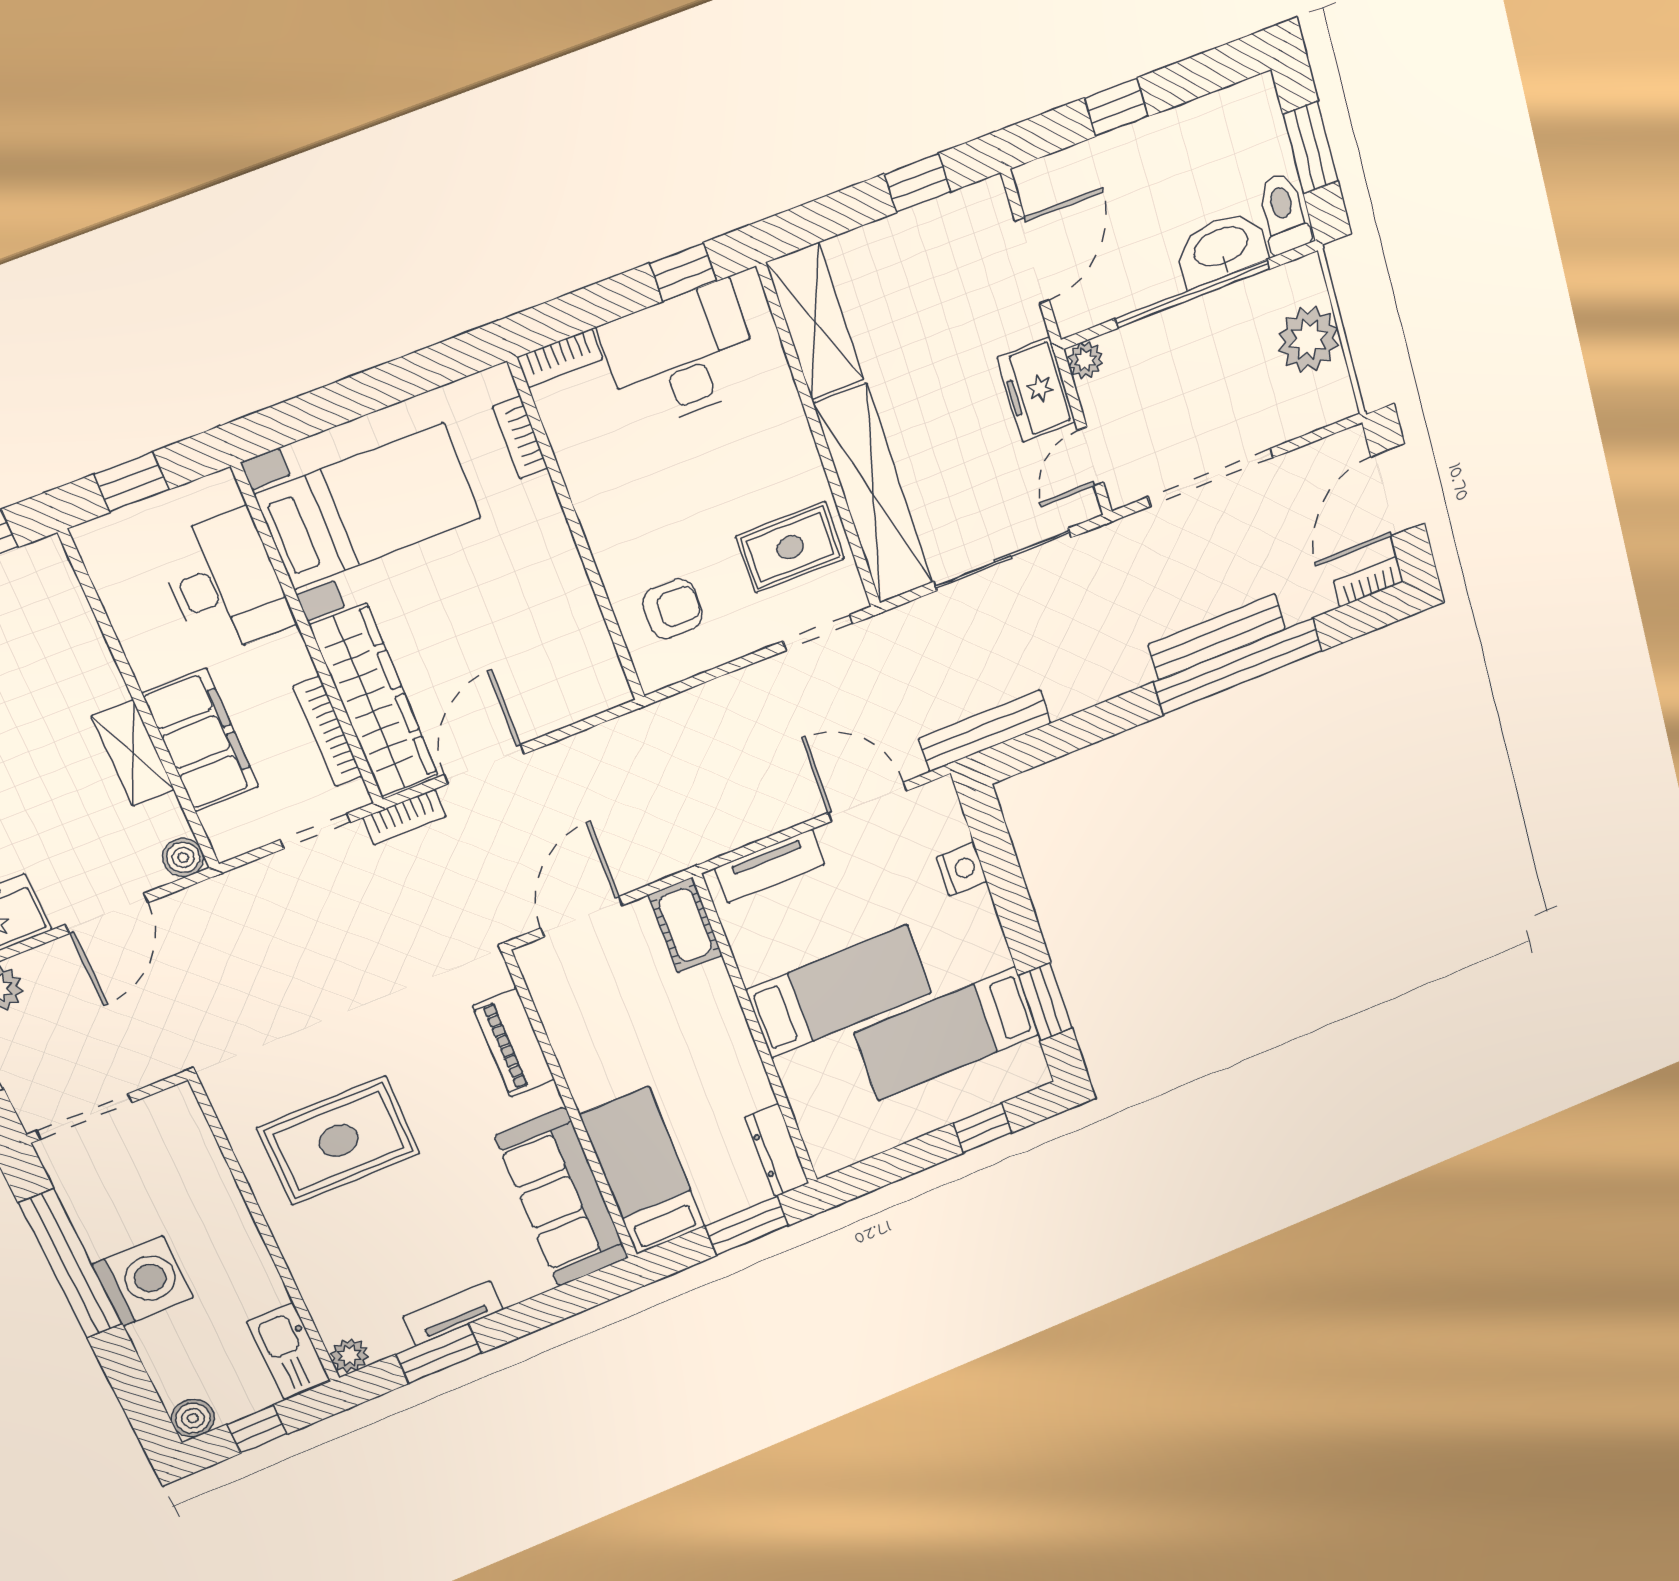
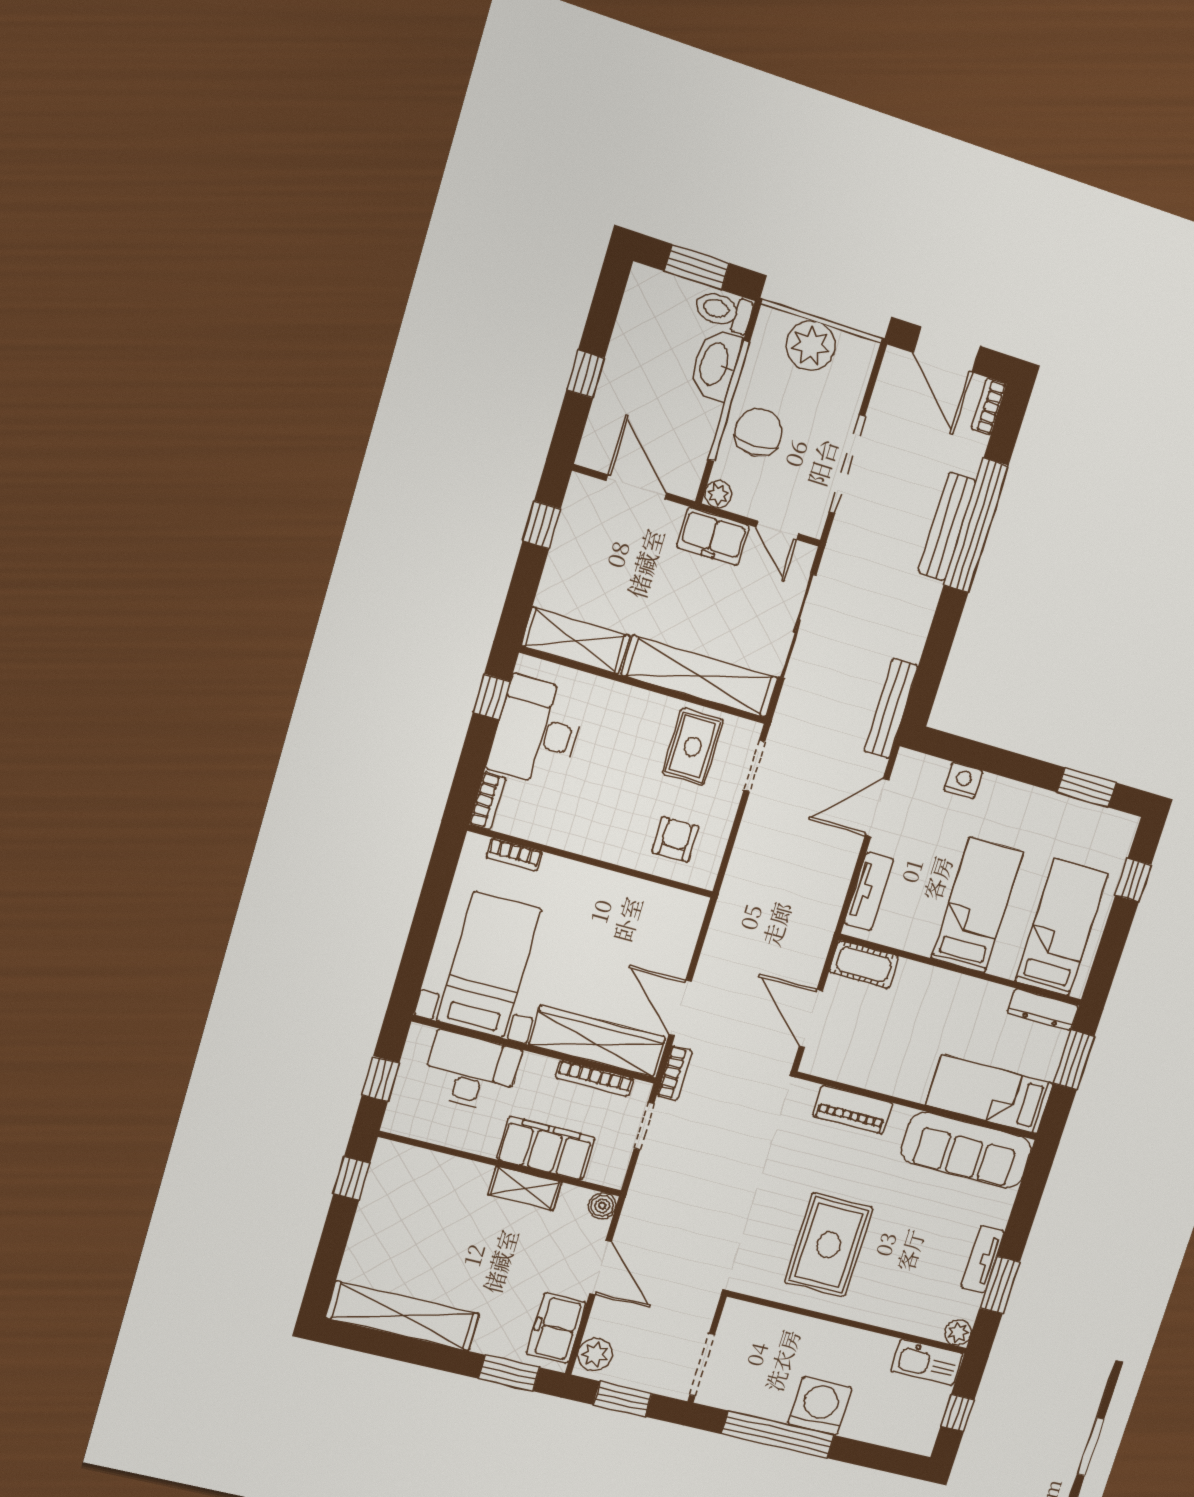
chair: (1181, 353) -> (758, 432), added
bed: (947, 1034) -> (1062, 928), moved, turned 180
boiler: (193, 1418) -> (921, 1441), removed

